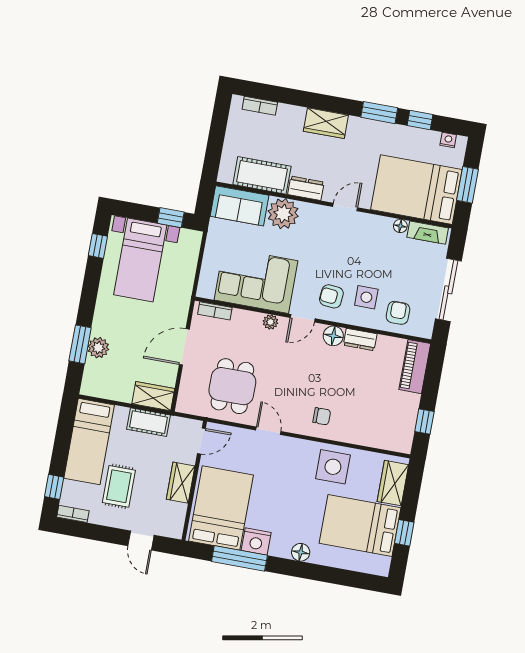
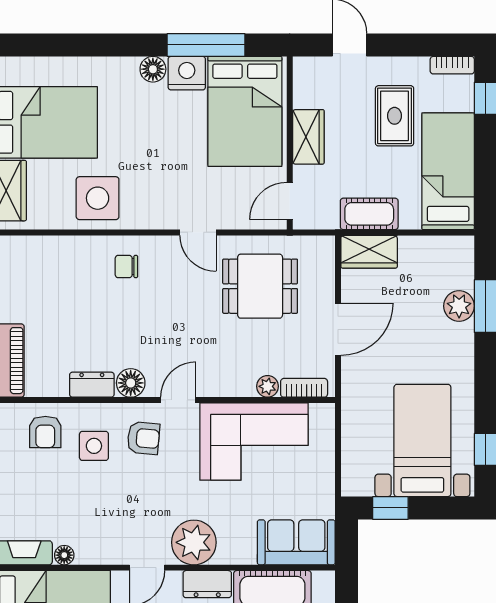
plant: (283, 214) -> (194, 542), moved
plant: (270, 322) -> (268, 386), moved
dining table: (232, 386) -> (260, 286), turned 90
floor lamp: (301, 552) -> (153, 69), moved

